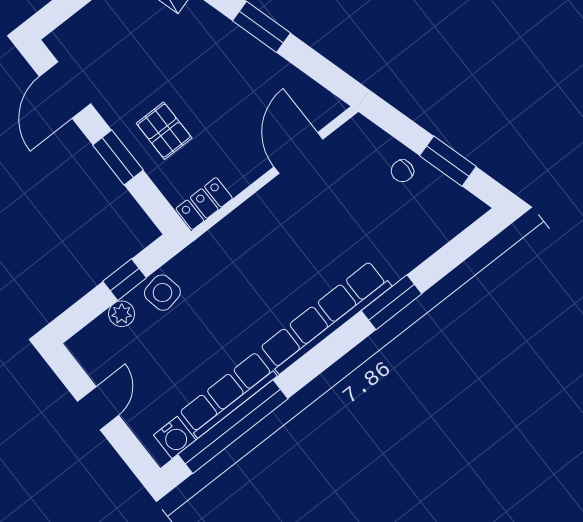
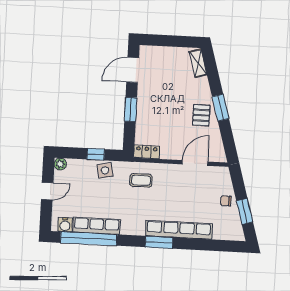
pallet: (164, 131) -> (201, 115), moved
coffee table: (235, 258) -> (141, 180), added
window: (392, 302) -> (159, 242), moved
plant: (122, 314) -> (60, 164), moved
row of seats: (325, 317) -> (179, 230), moved

